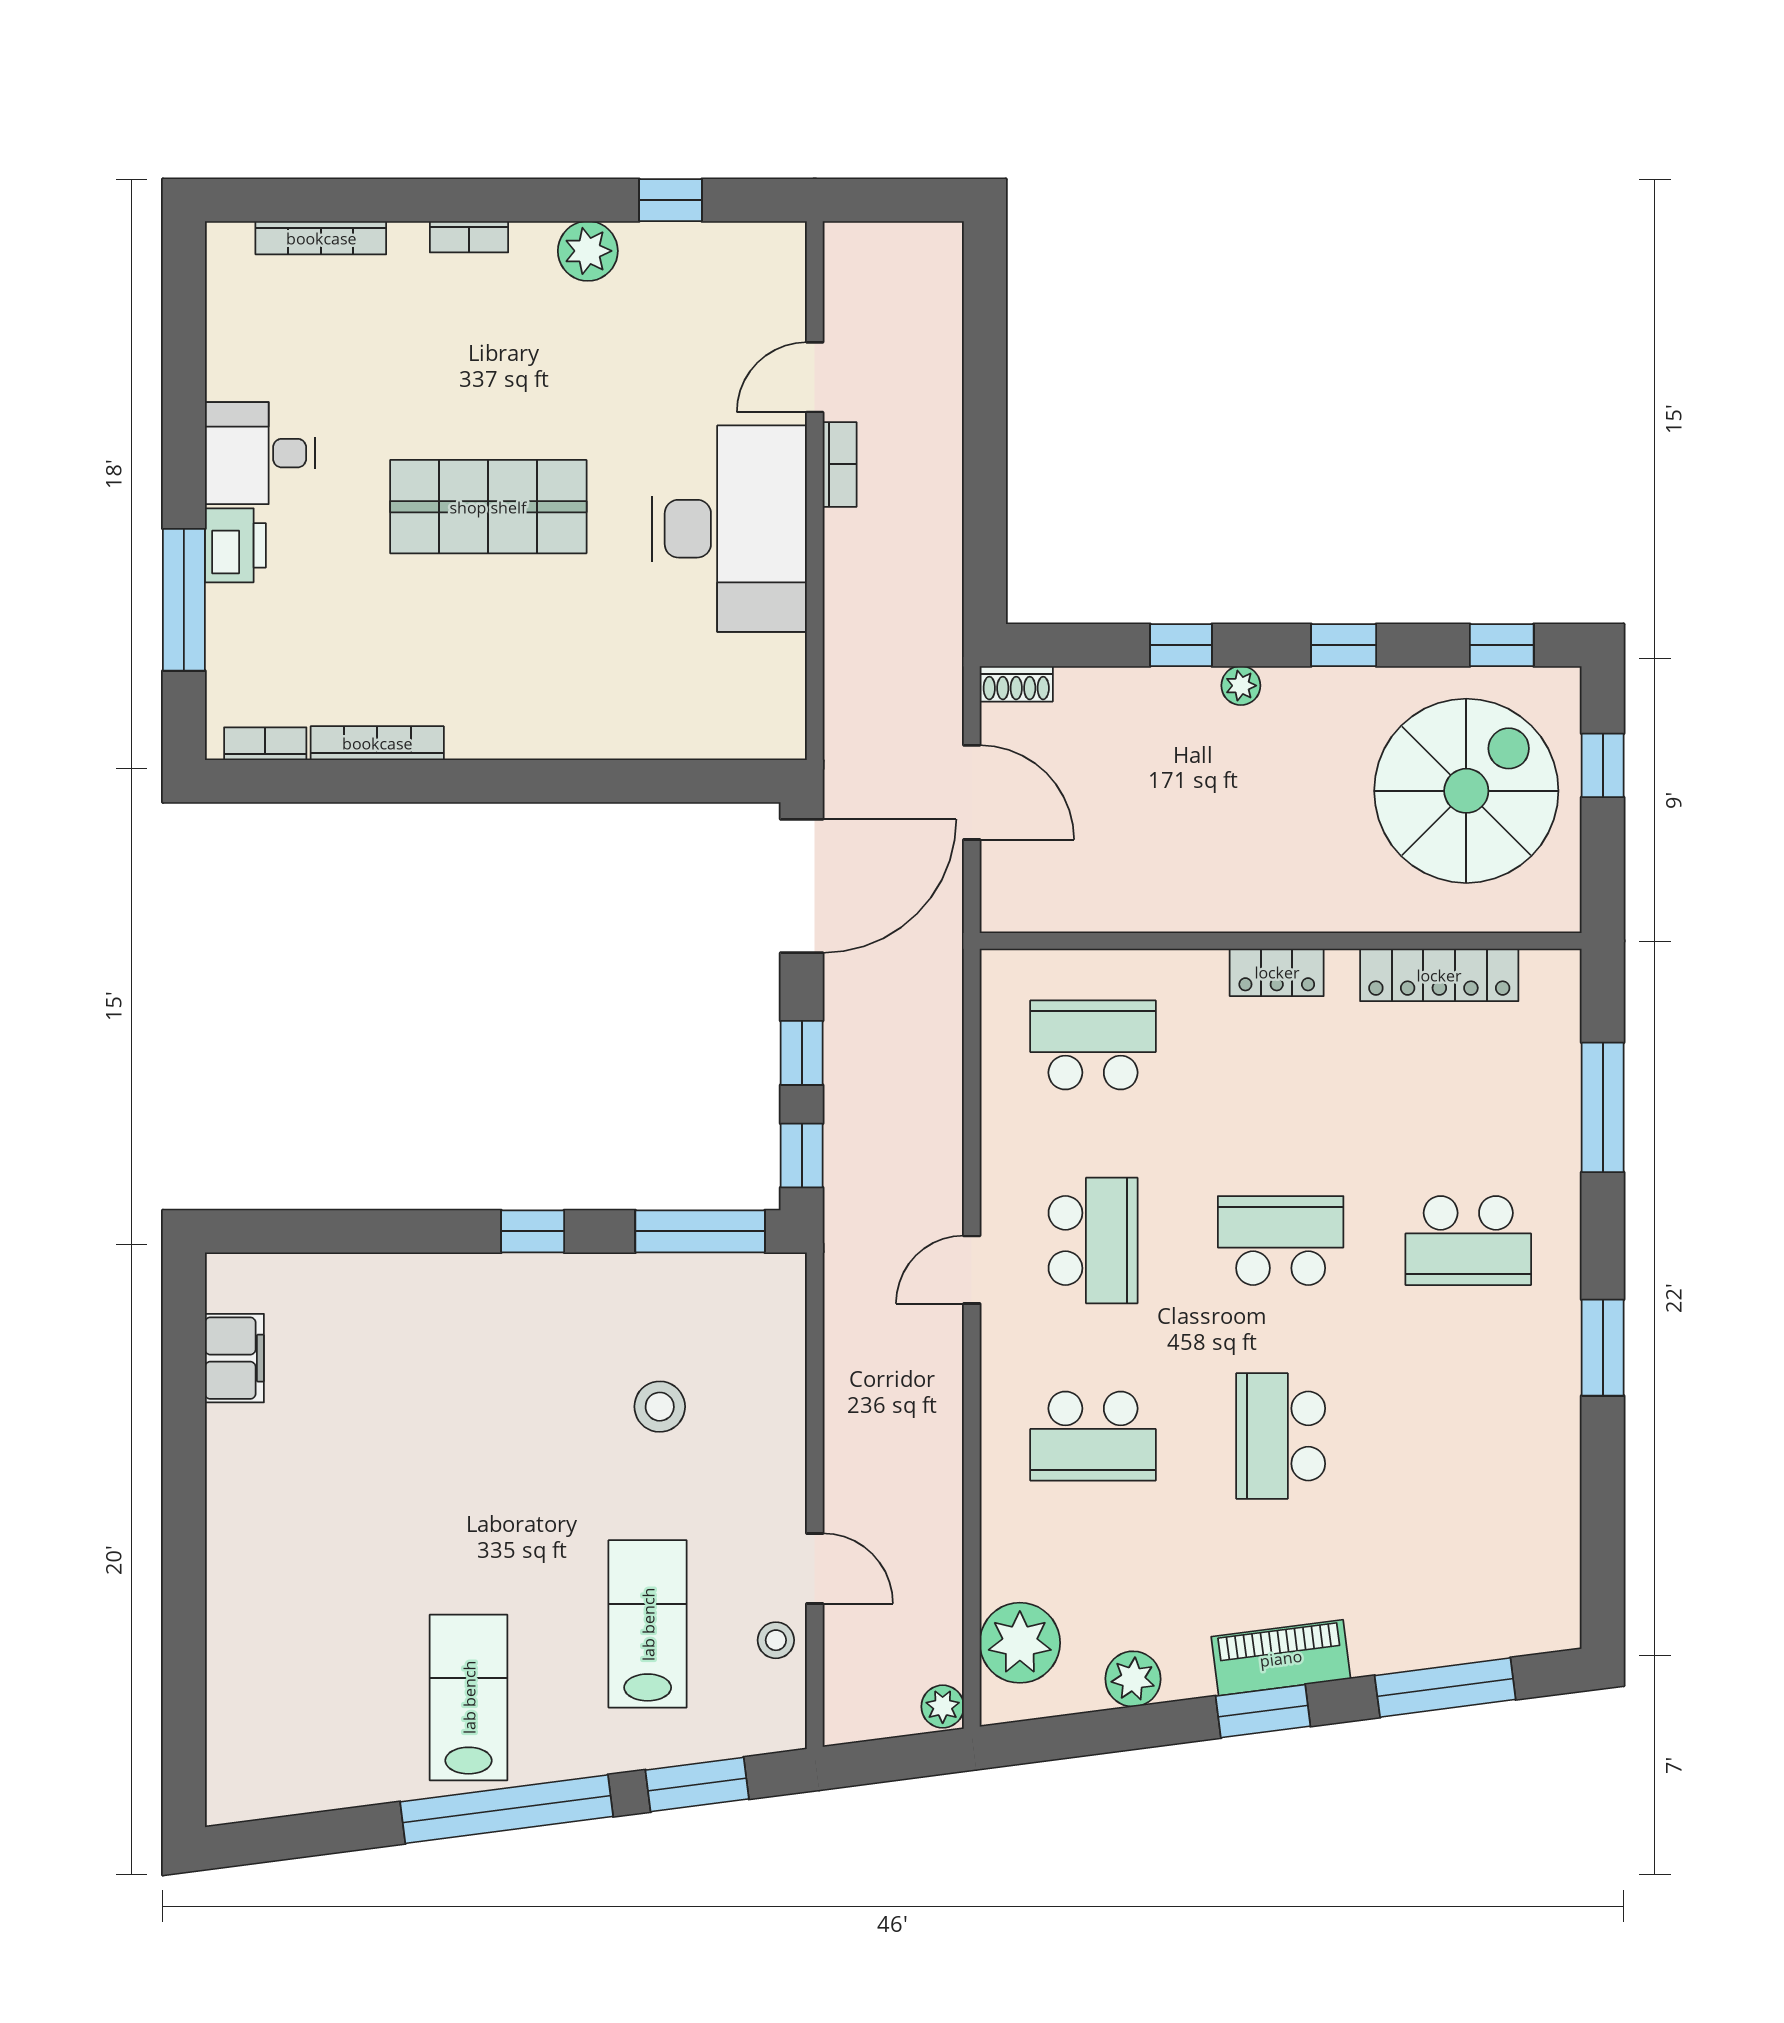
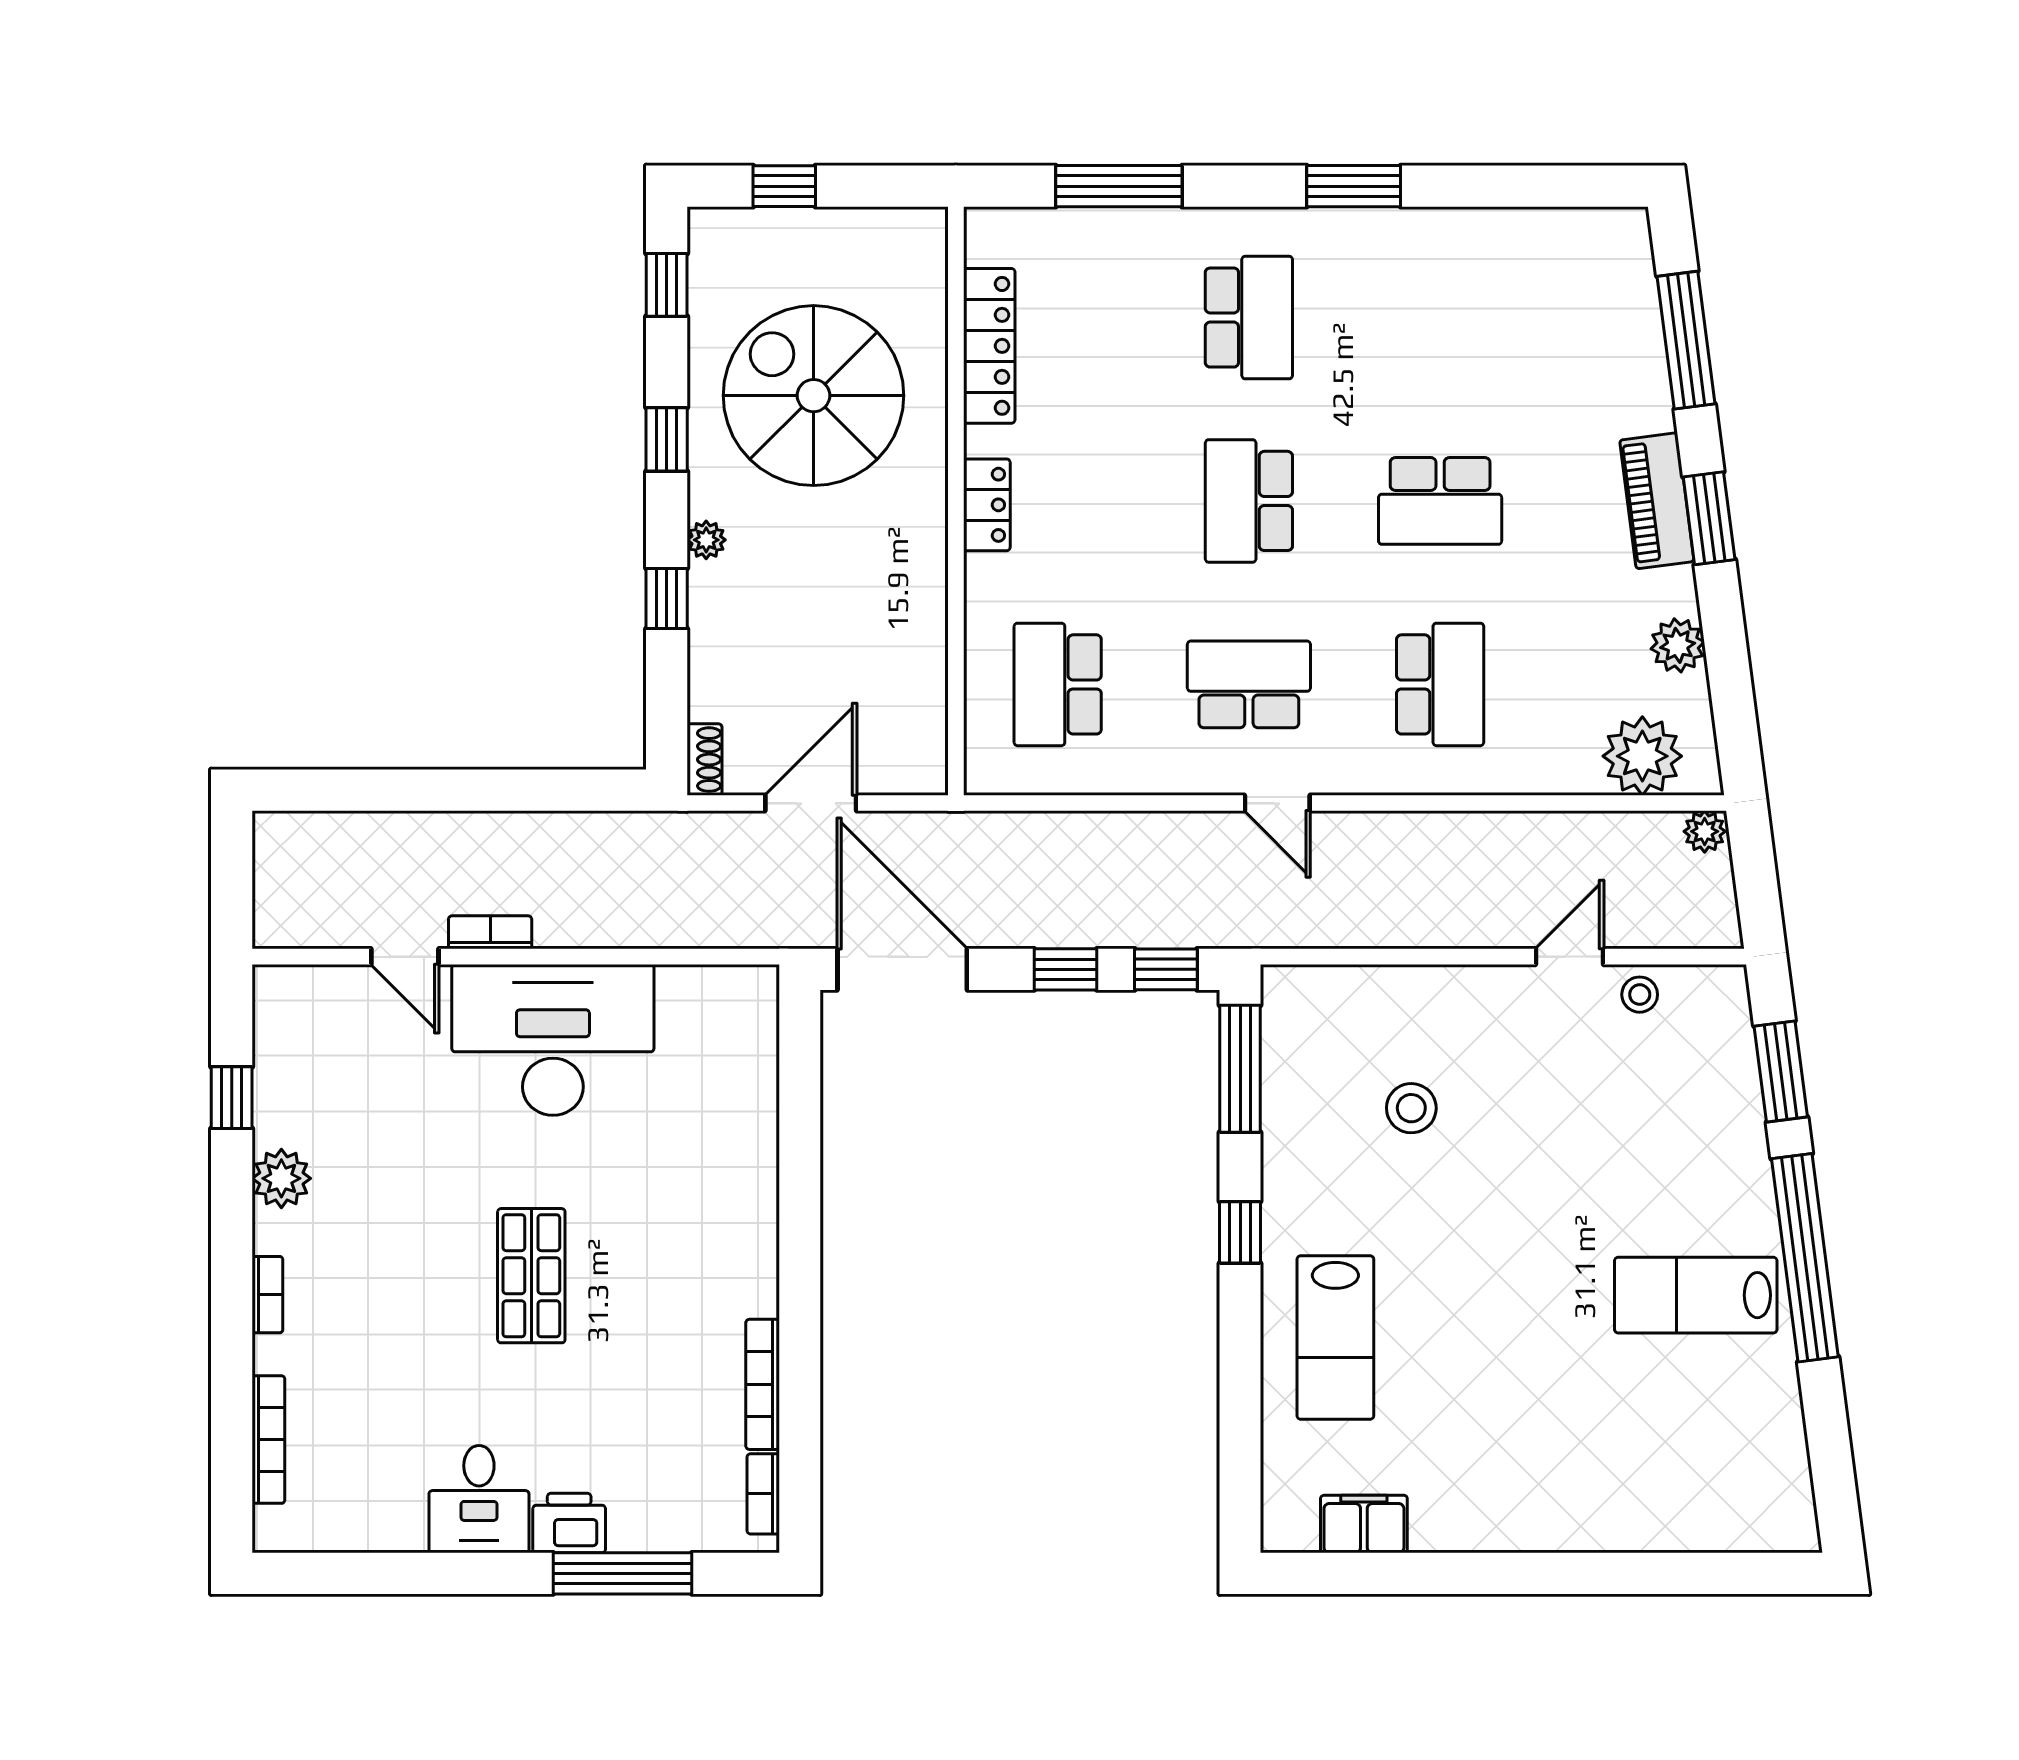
shop shelf: (488, 507) -> (531, 1276), width x0.70, depth x0.74
spiral stairs: (1466, 791) -> (814, 396), moved
lab bench: (648, 1624) -> (1335, 1338), moved, turned -90

